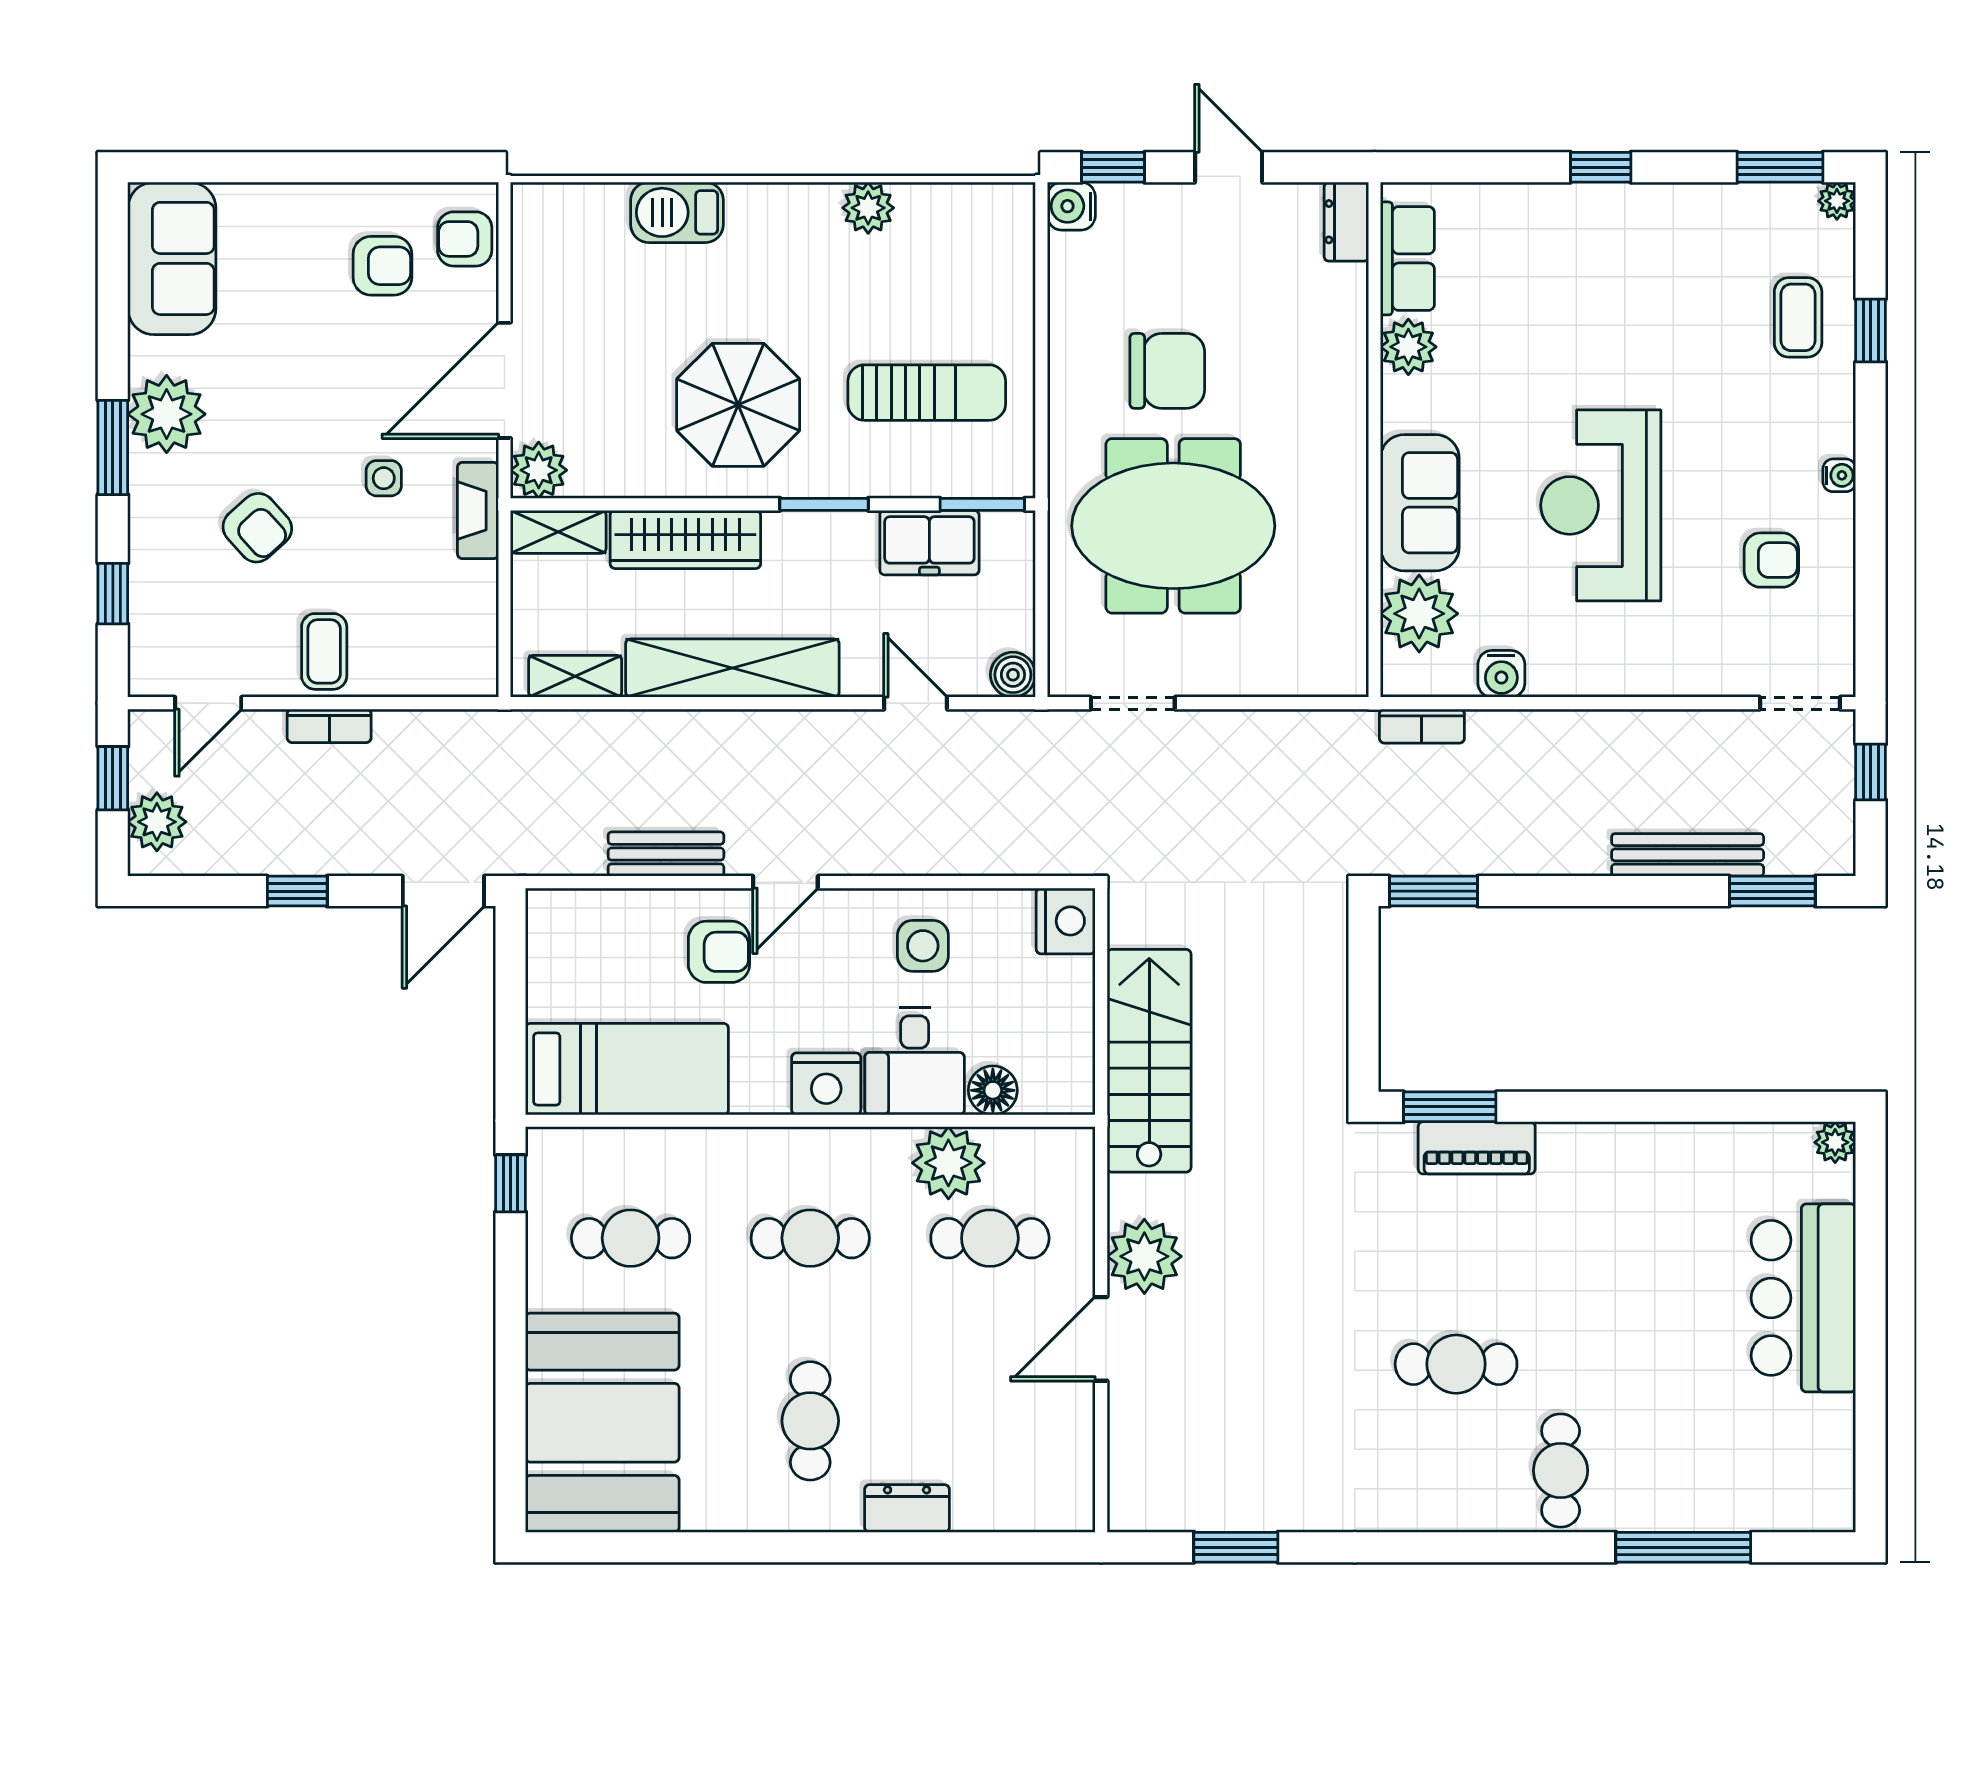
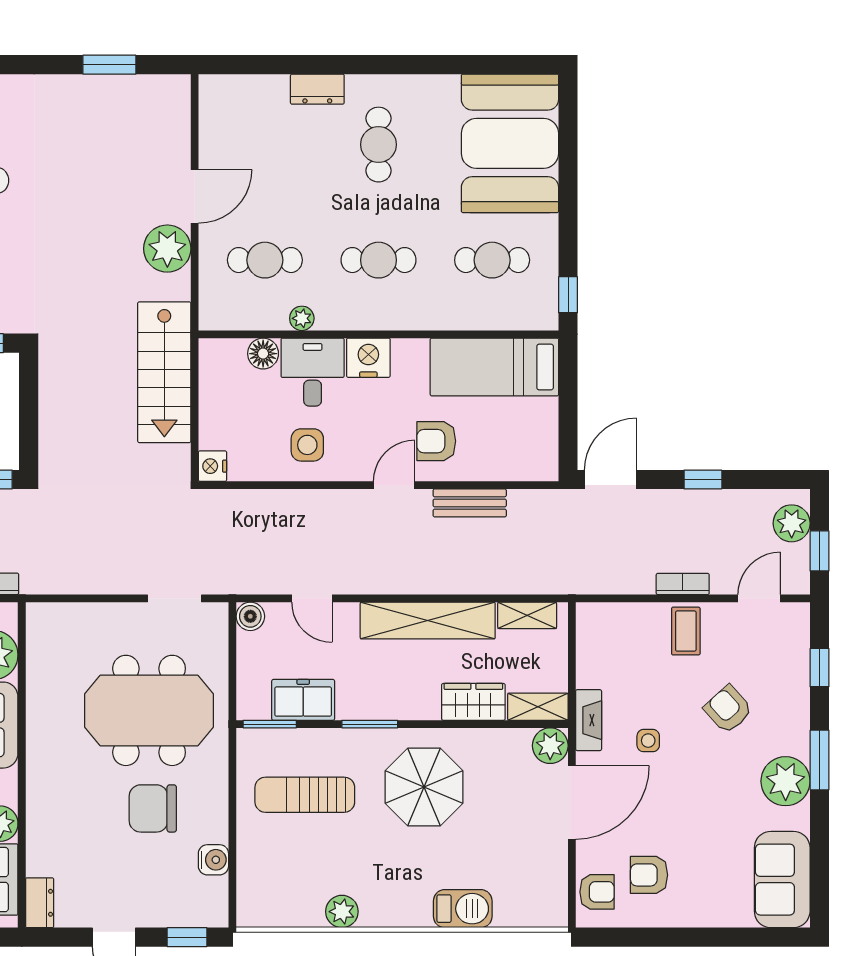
water cooler: (1071, 206) -> (213, 860), moved
wardrobe: (685, 539) -> (473, 702), width x0.67
nightstand: (1066, 921) -> (212, 466), width x0.74, depth x0.75
plant: (948, 1163) -> (302, 318), width x0.53, depth x0.53

